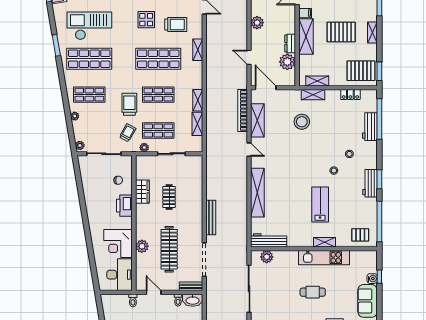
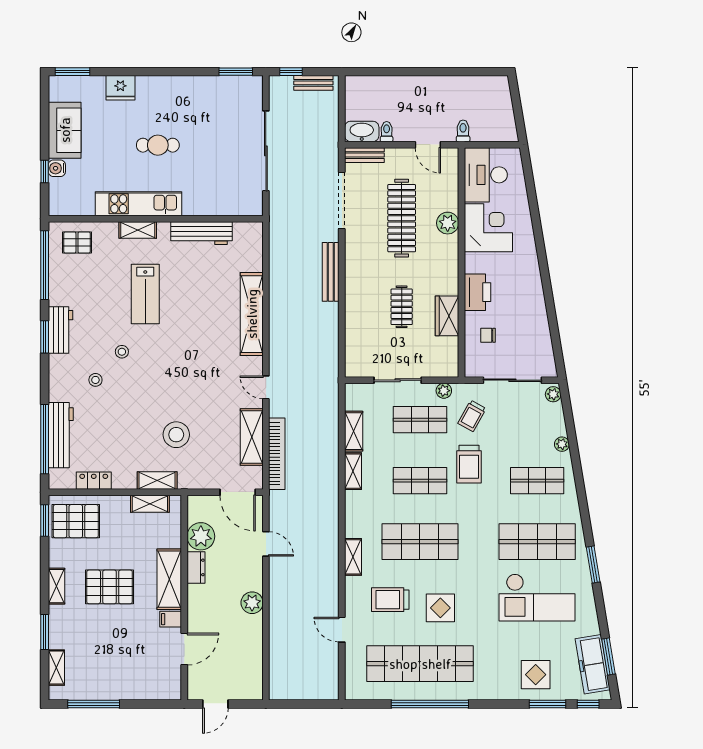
workbench: (370, 127) -> (61, 435), width x1.38
workbench: (269, 240) -> (202, 233), moved
plant: (267, 257) -> (236, 205), removed

